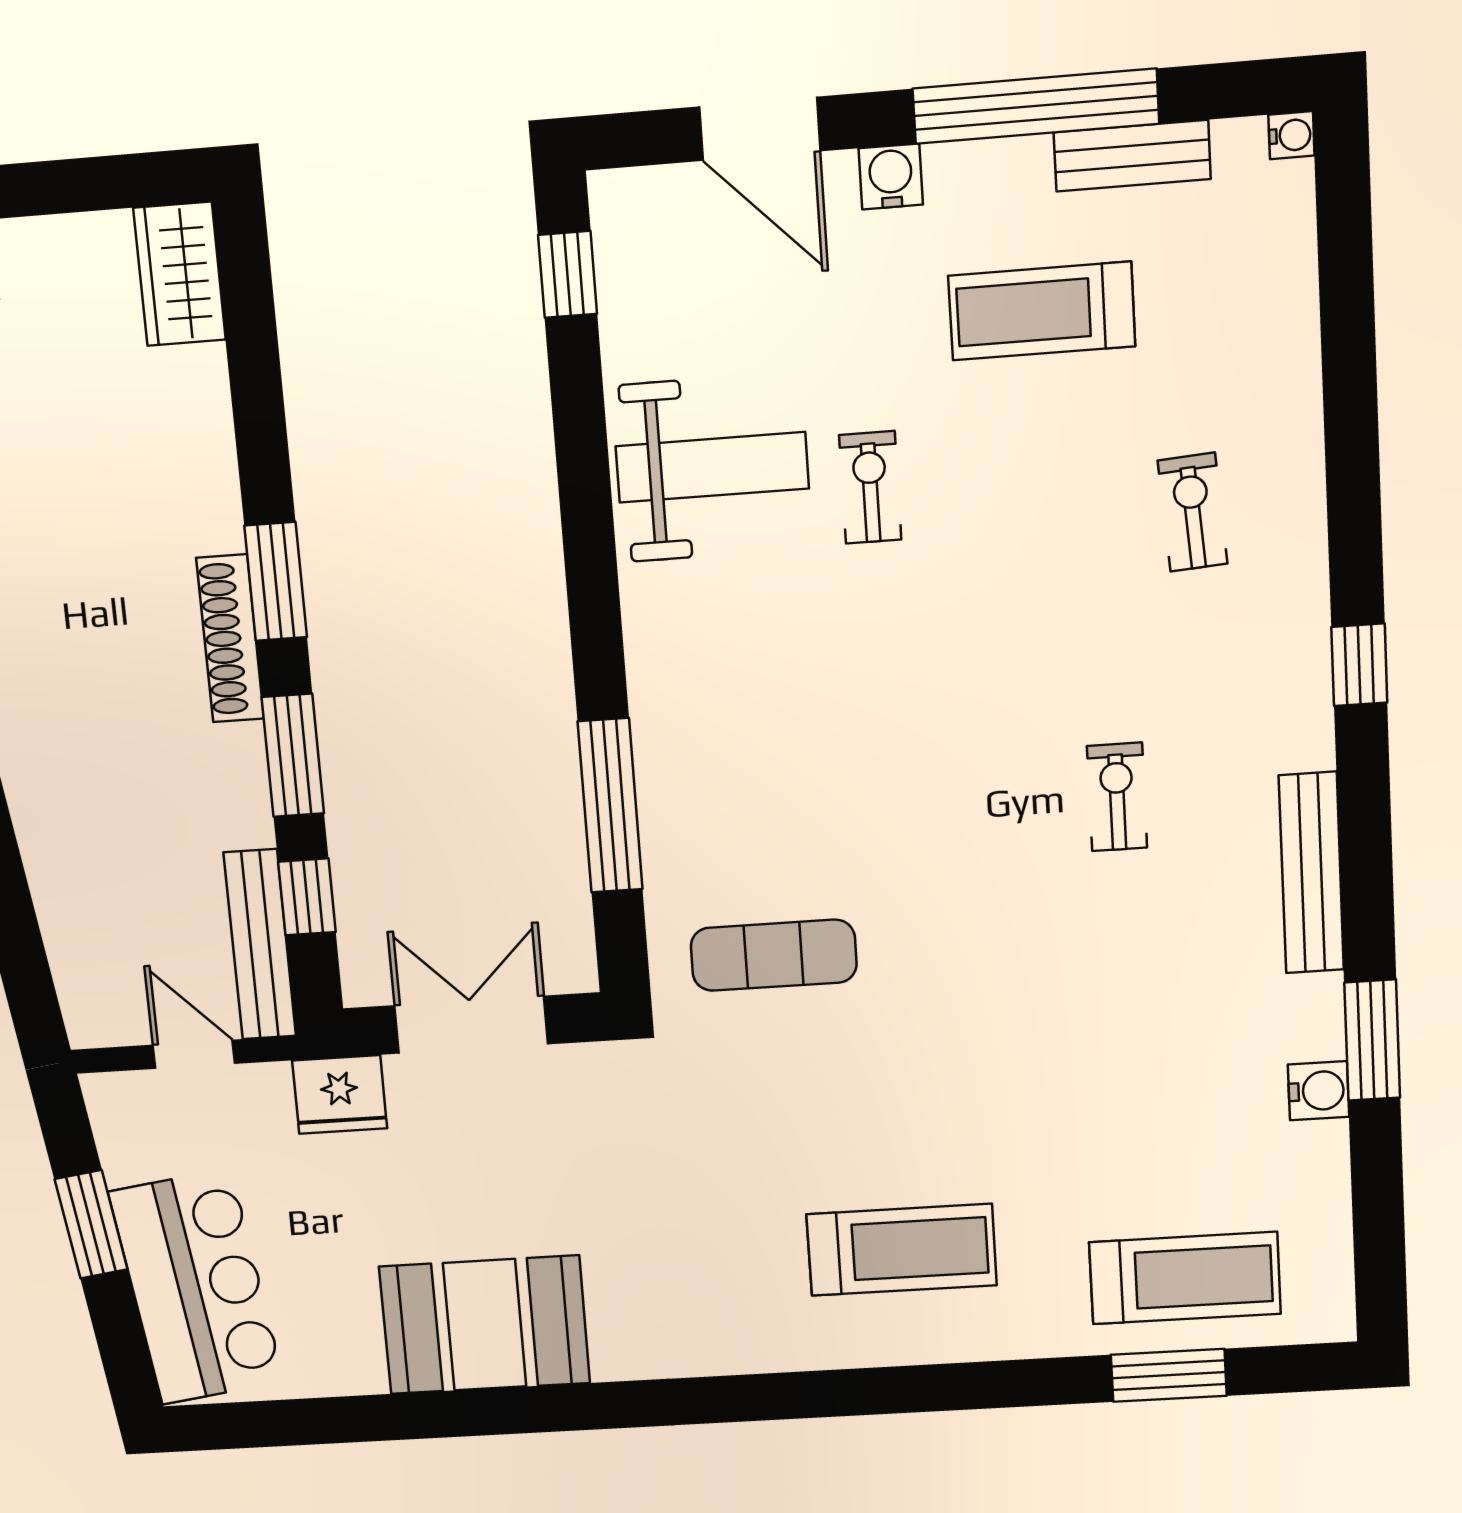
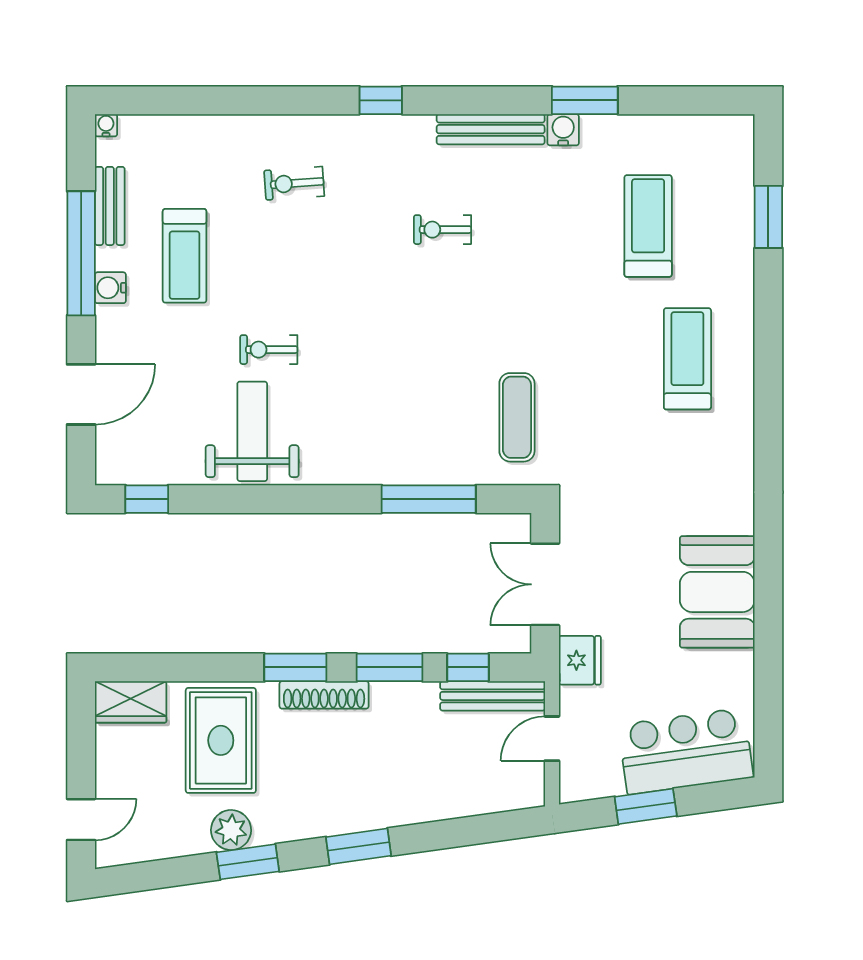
water cooler: (891, 176) -> (110, 288), moved
rug: (126, 452) -> (221, 740), added
water cooler: (1319, 1091) -> (563, 130), moved
treadmill: (1185, 1278) -> (648, 226), moved

